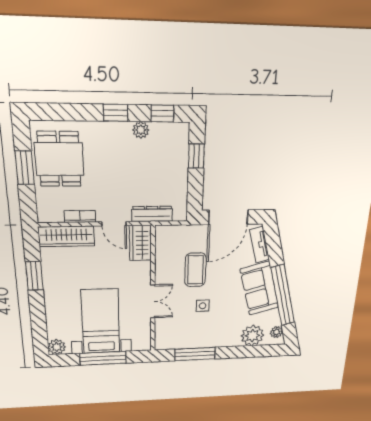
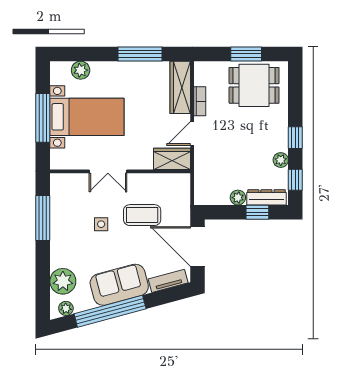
plant: (180, 177) -> (238, 198), added
dresser: (152, 214) -> (266, 197), moved, turned -90
window: (34, 276) -> (140, 54), width x1.44
plant: (57, 347) -> (81, 70), moved

